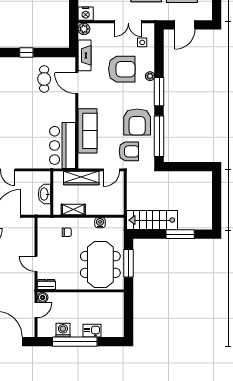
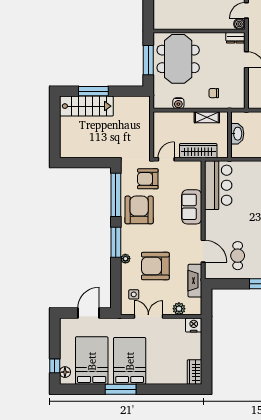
plant: (84, 29) -> (179, 309), moved
sofa: (87, 131) -> (192, 207), width x0.73
stairs: (152, 220) -> (86, 106), moved

